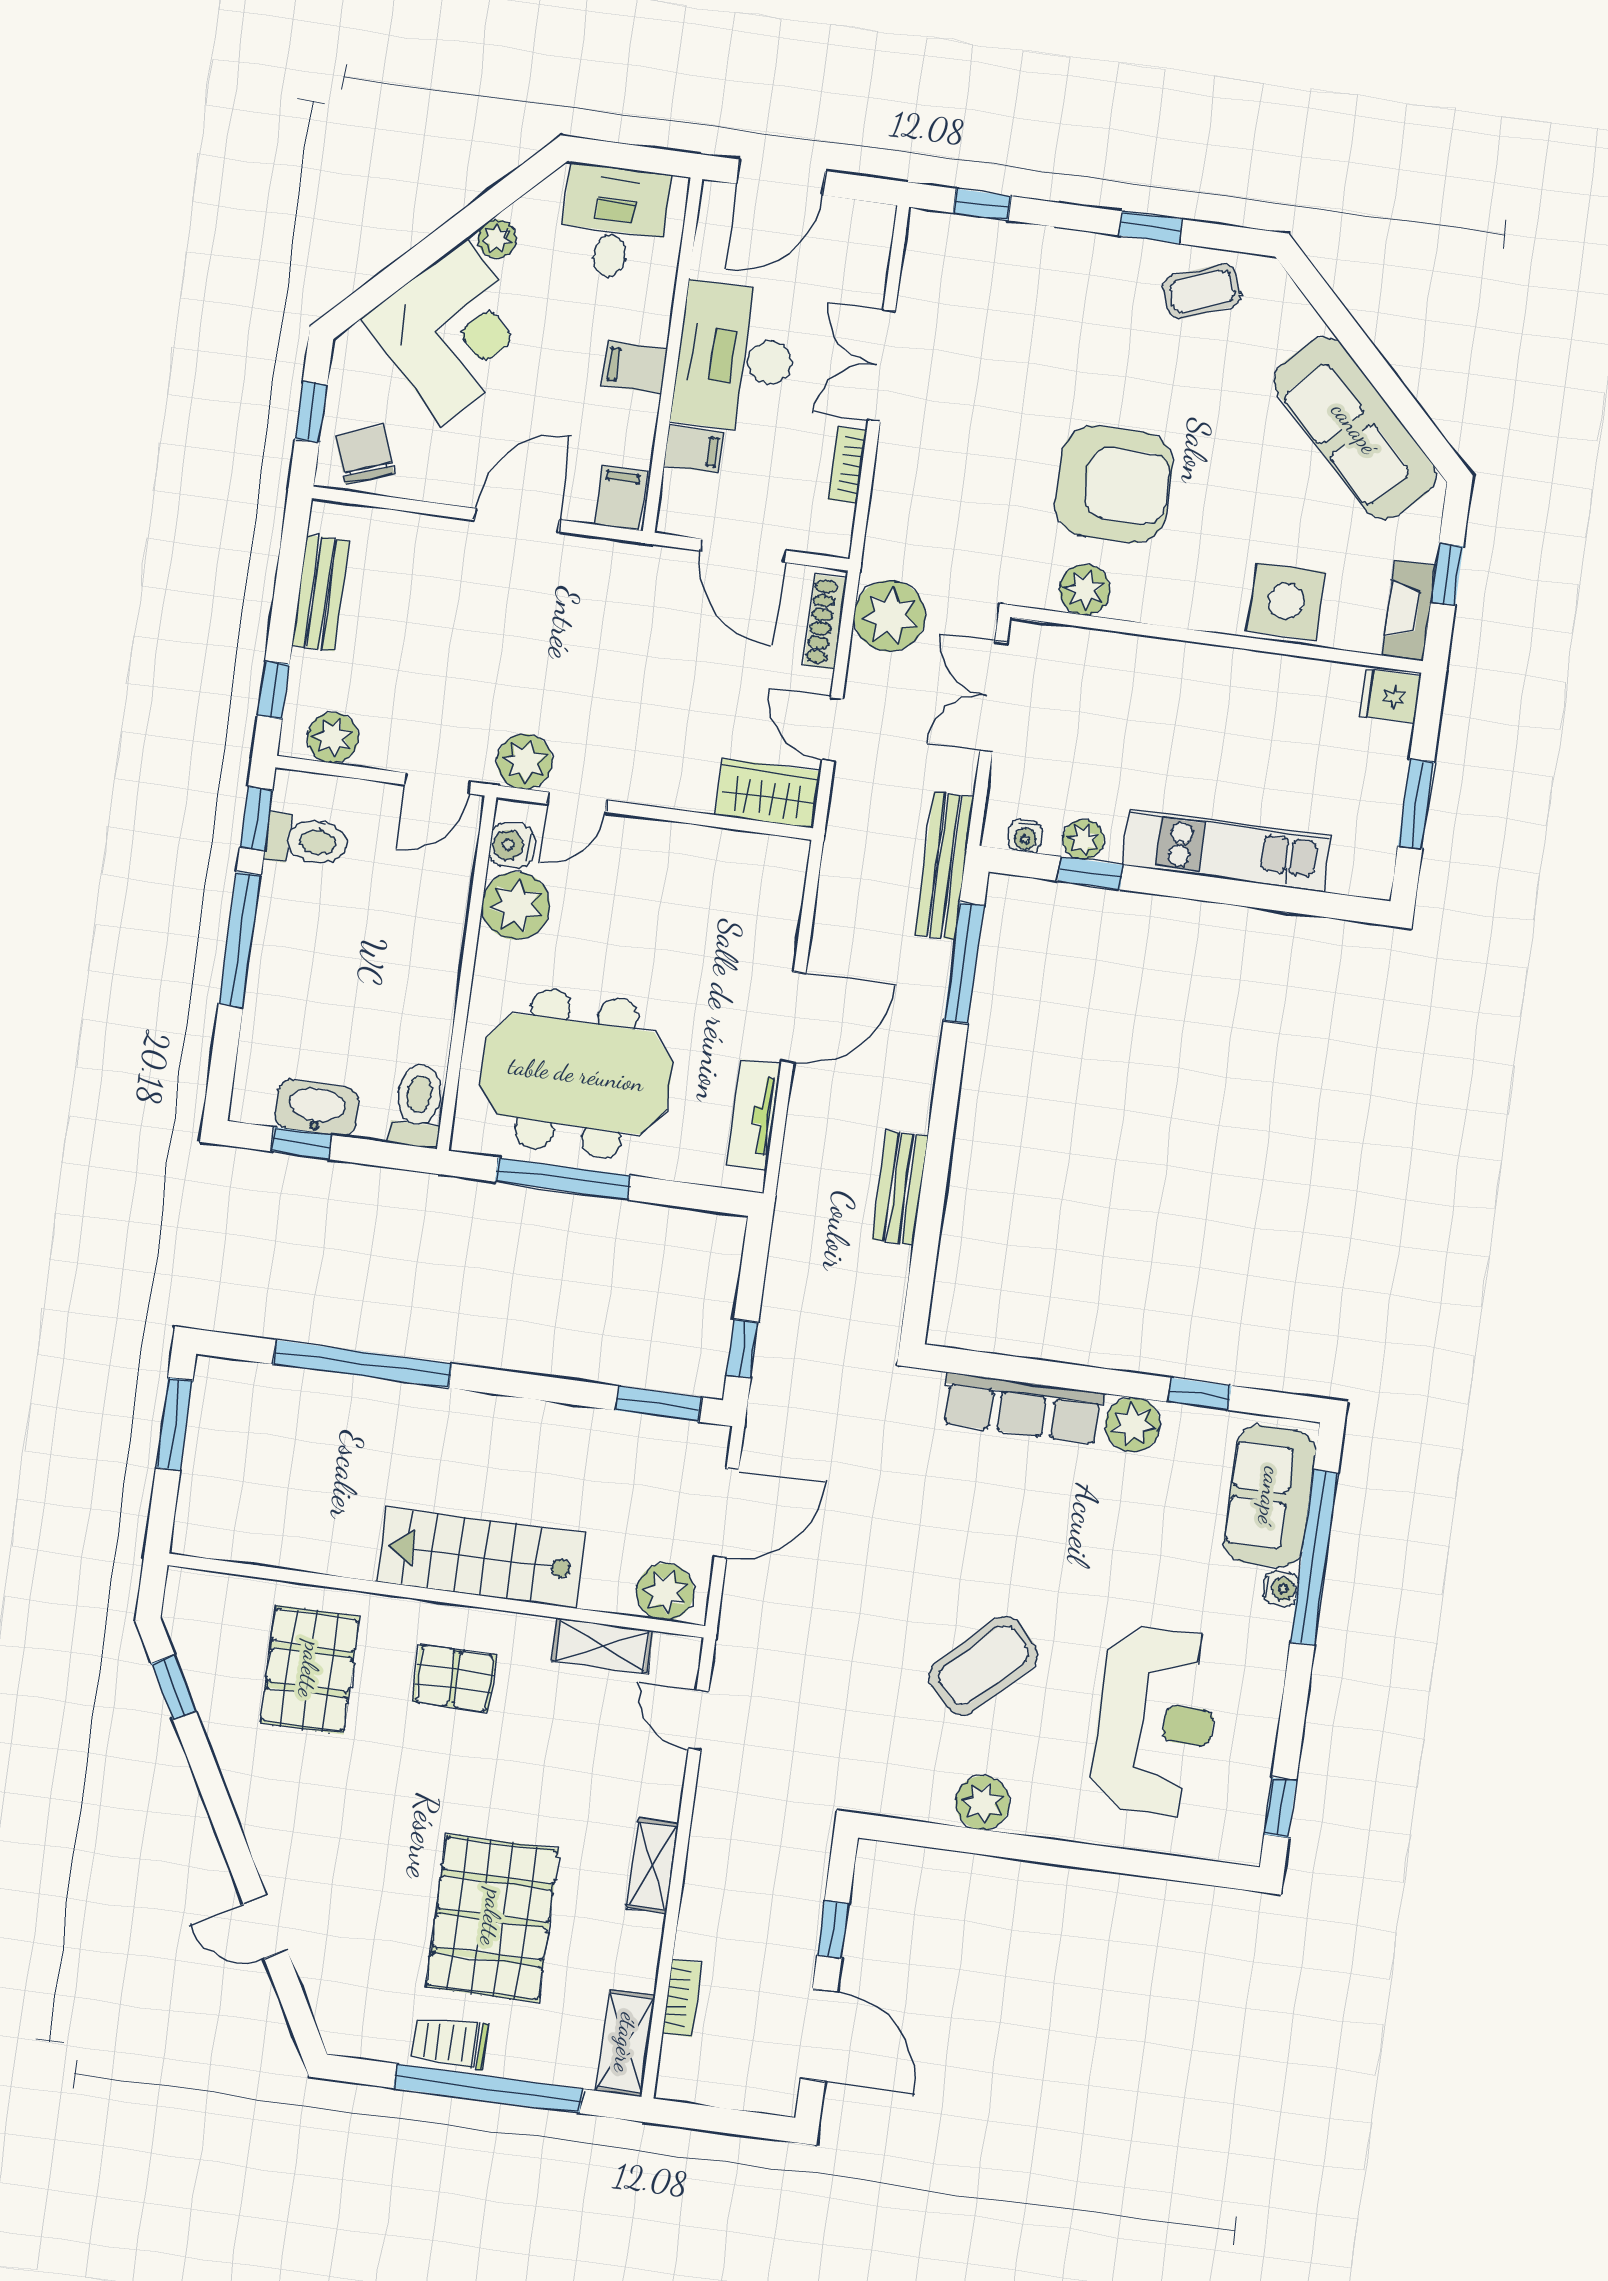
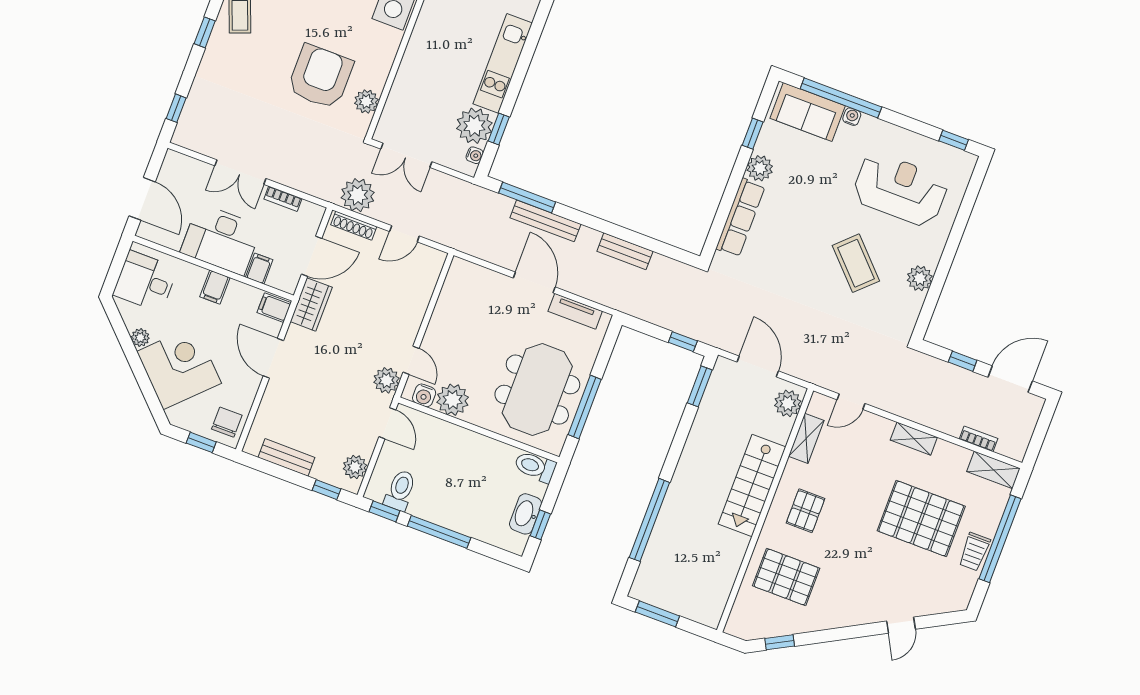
chair: (364, 455) -> (227, 422), turned 110
wardrobe: (768, 793) -> (311, 304), moved, turned 180
plant: (1083, 839) -> (474, 126), width x1.87, depth x1.87
bench: (944, 866) -> (545, 221), moved

